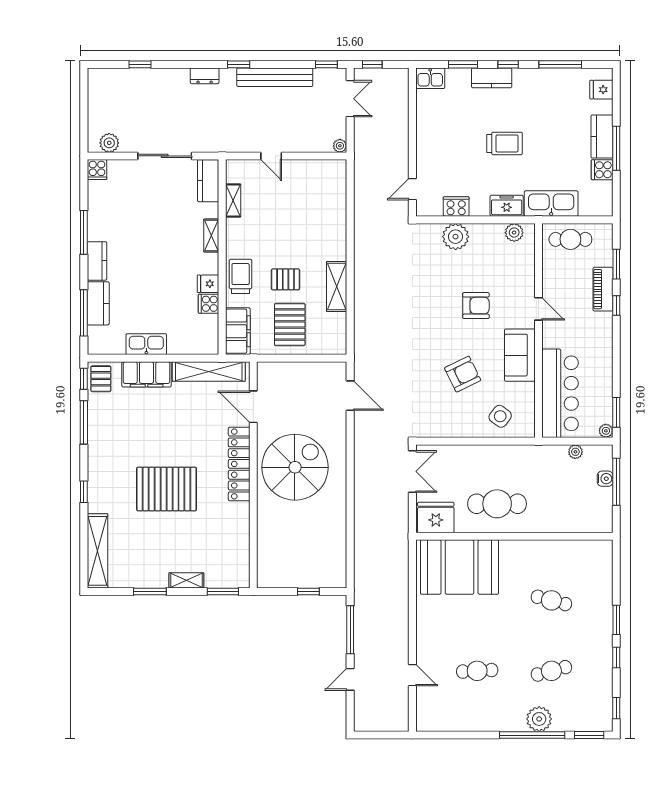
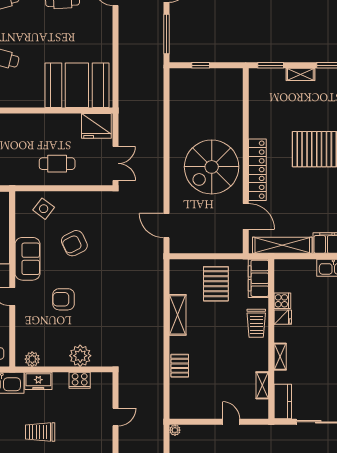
door: (412, 189) -> (116, 417), moved
pallet: (286, 279) -> (180, 366), moved, turned 90
double door: (412, 471) -> (116, 163), swing flipped
cafe table: (497, 504) -> (57, 164), moved, width x0.73, depth x0.74

